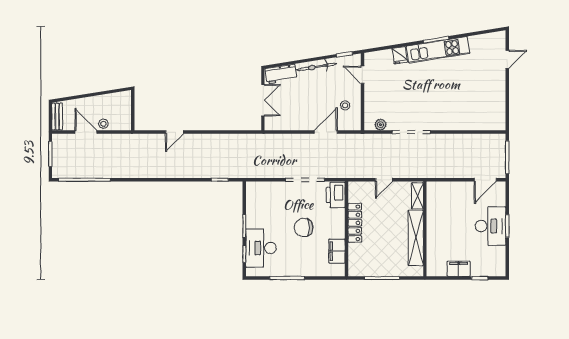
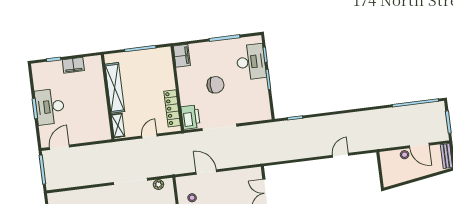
door: (326, 132) -> (206, 172), swing flipped
locker: (355, 223) -> (172, 108), moved
filing cabinet: (337, 251) -> (182, 56), moved

